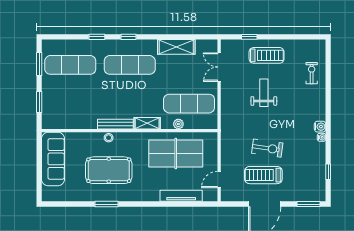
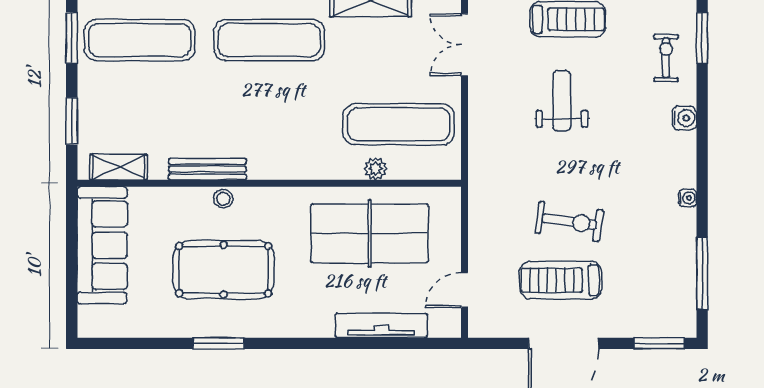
window: (328, 64) -> (702, 38), added
shelving: (147, 123) -> (118, 167), moved
bench: (115, 124) -> (208, 169), moved
water cooler: (320, 127) -> (684, 118), moved
window: (328, 172) -> (702, 273), width x2.17

